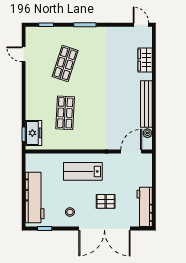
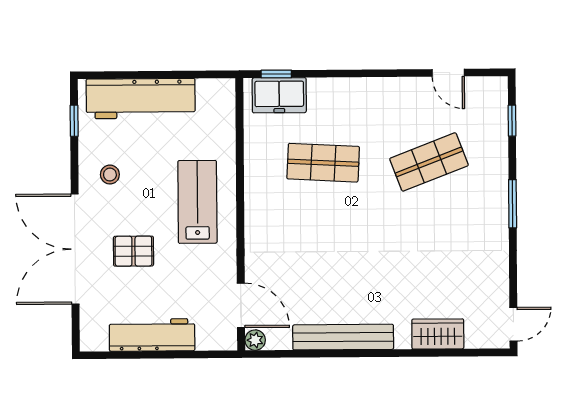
door: (24, 54) -> (448, 73), swing flipped
shop shelf: (65, 63) -> (429, 162), turned -39
plant: (147, 133) -> (255, 340), moved
pallet: (106, 201) -> (133, 251), turned 90
workbench: (145, 207) -> (152, 335), moved

